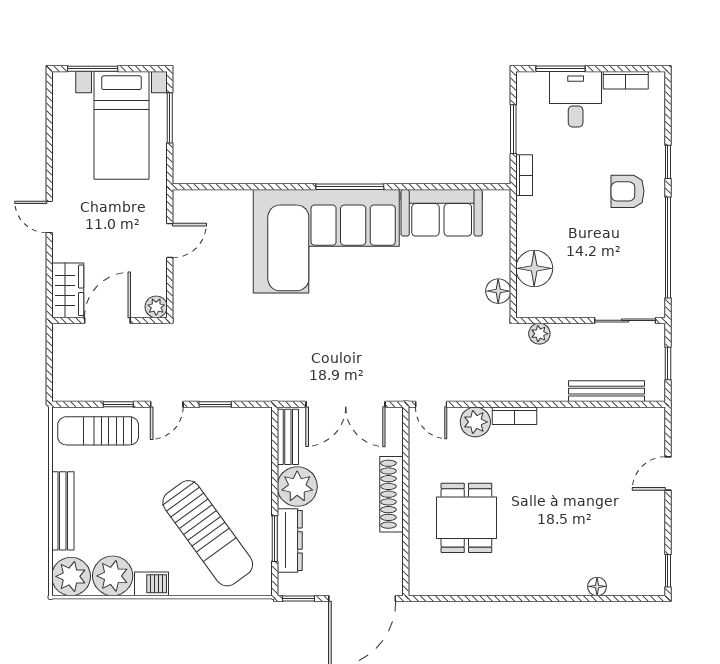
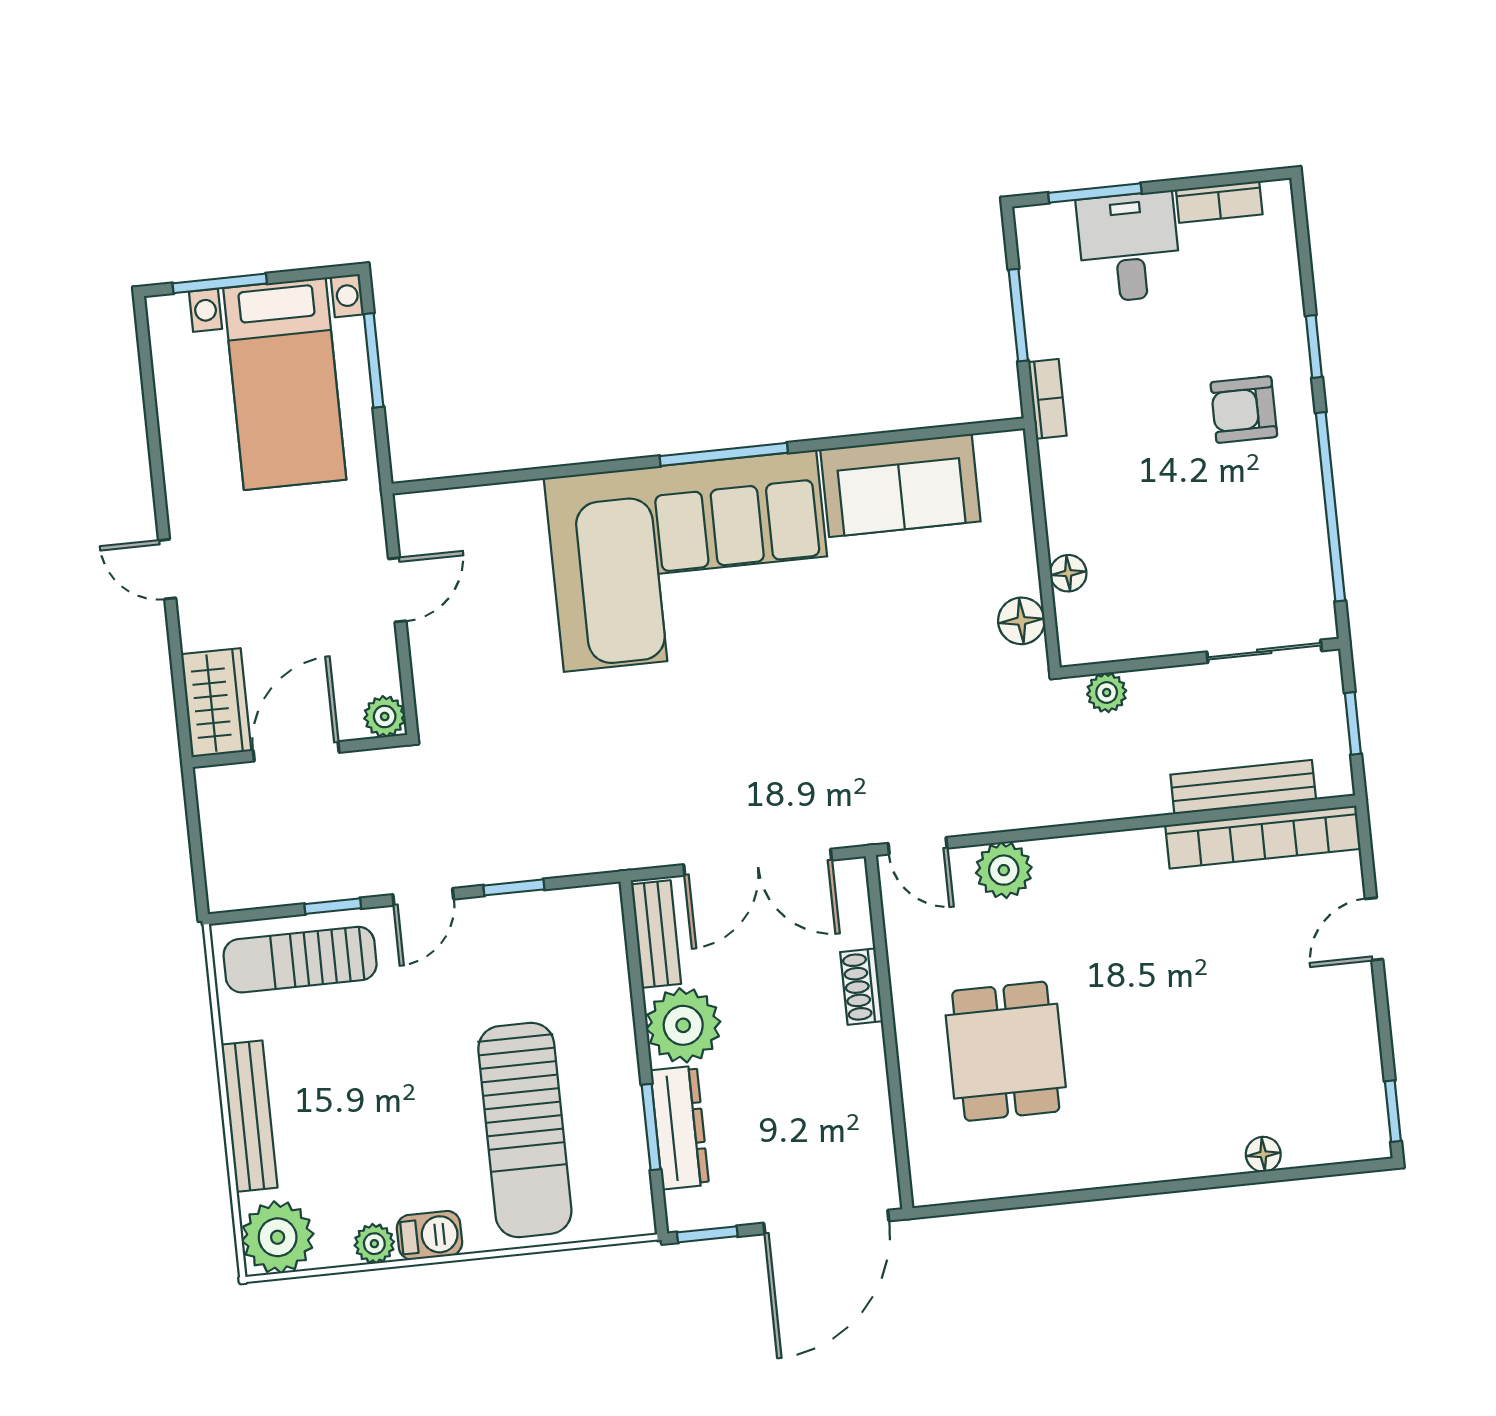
floor lamp: (534, 268) -> (1068, 573), width x0.53, depth x0.53
bookcase: (514, 416) -> (1263, 837), moved, width x2.31, depth x1.31
shoe rack: (391, 494) -> (862, 987), width x0.51, depth x0.81
sun lounger: (208, 533) -> (525, 1130), turned 36
plant: (113, 576) -> (374, 1244), width x0.53, depth x0.53

